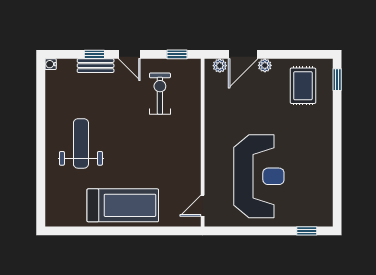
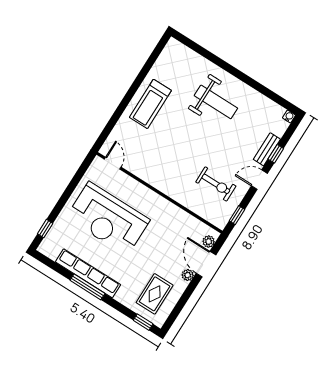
rug: (303, 86) -> (155, 294), turned 90
window: (337, 155) -> (87, 287), added
row of seats: (324, 162) -> (88, 273), added
treadmill: (123, 205) -> (150, 104), width x0.73, depth x0.73

